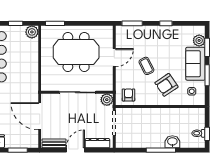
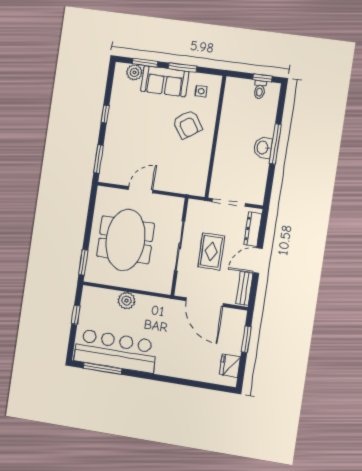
plant: (32, 32) -> (127, 301), moved
door: (114, 58) -> (141, 190), hinge flipped
coffee table: (146, 66) -> (158, 148), removed
armchair: (128, 95) -> (193, 178), removed
plant: (107, 100) -> (195, 208), removed
door: (40, 116) -> (205, 302), hinge flipped
rug: (77, 116) -> (211, 251), added
washbasin: (172, 142) -> (263, 148), moved
door: (75, 150) -> (258, 261), hinge flipped

